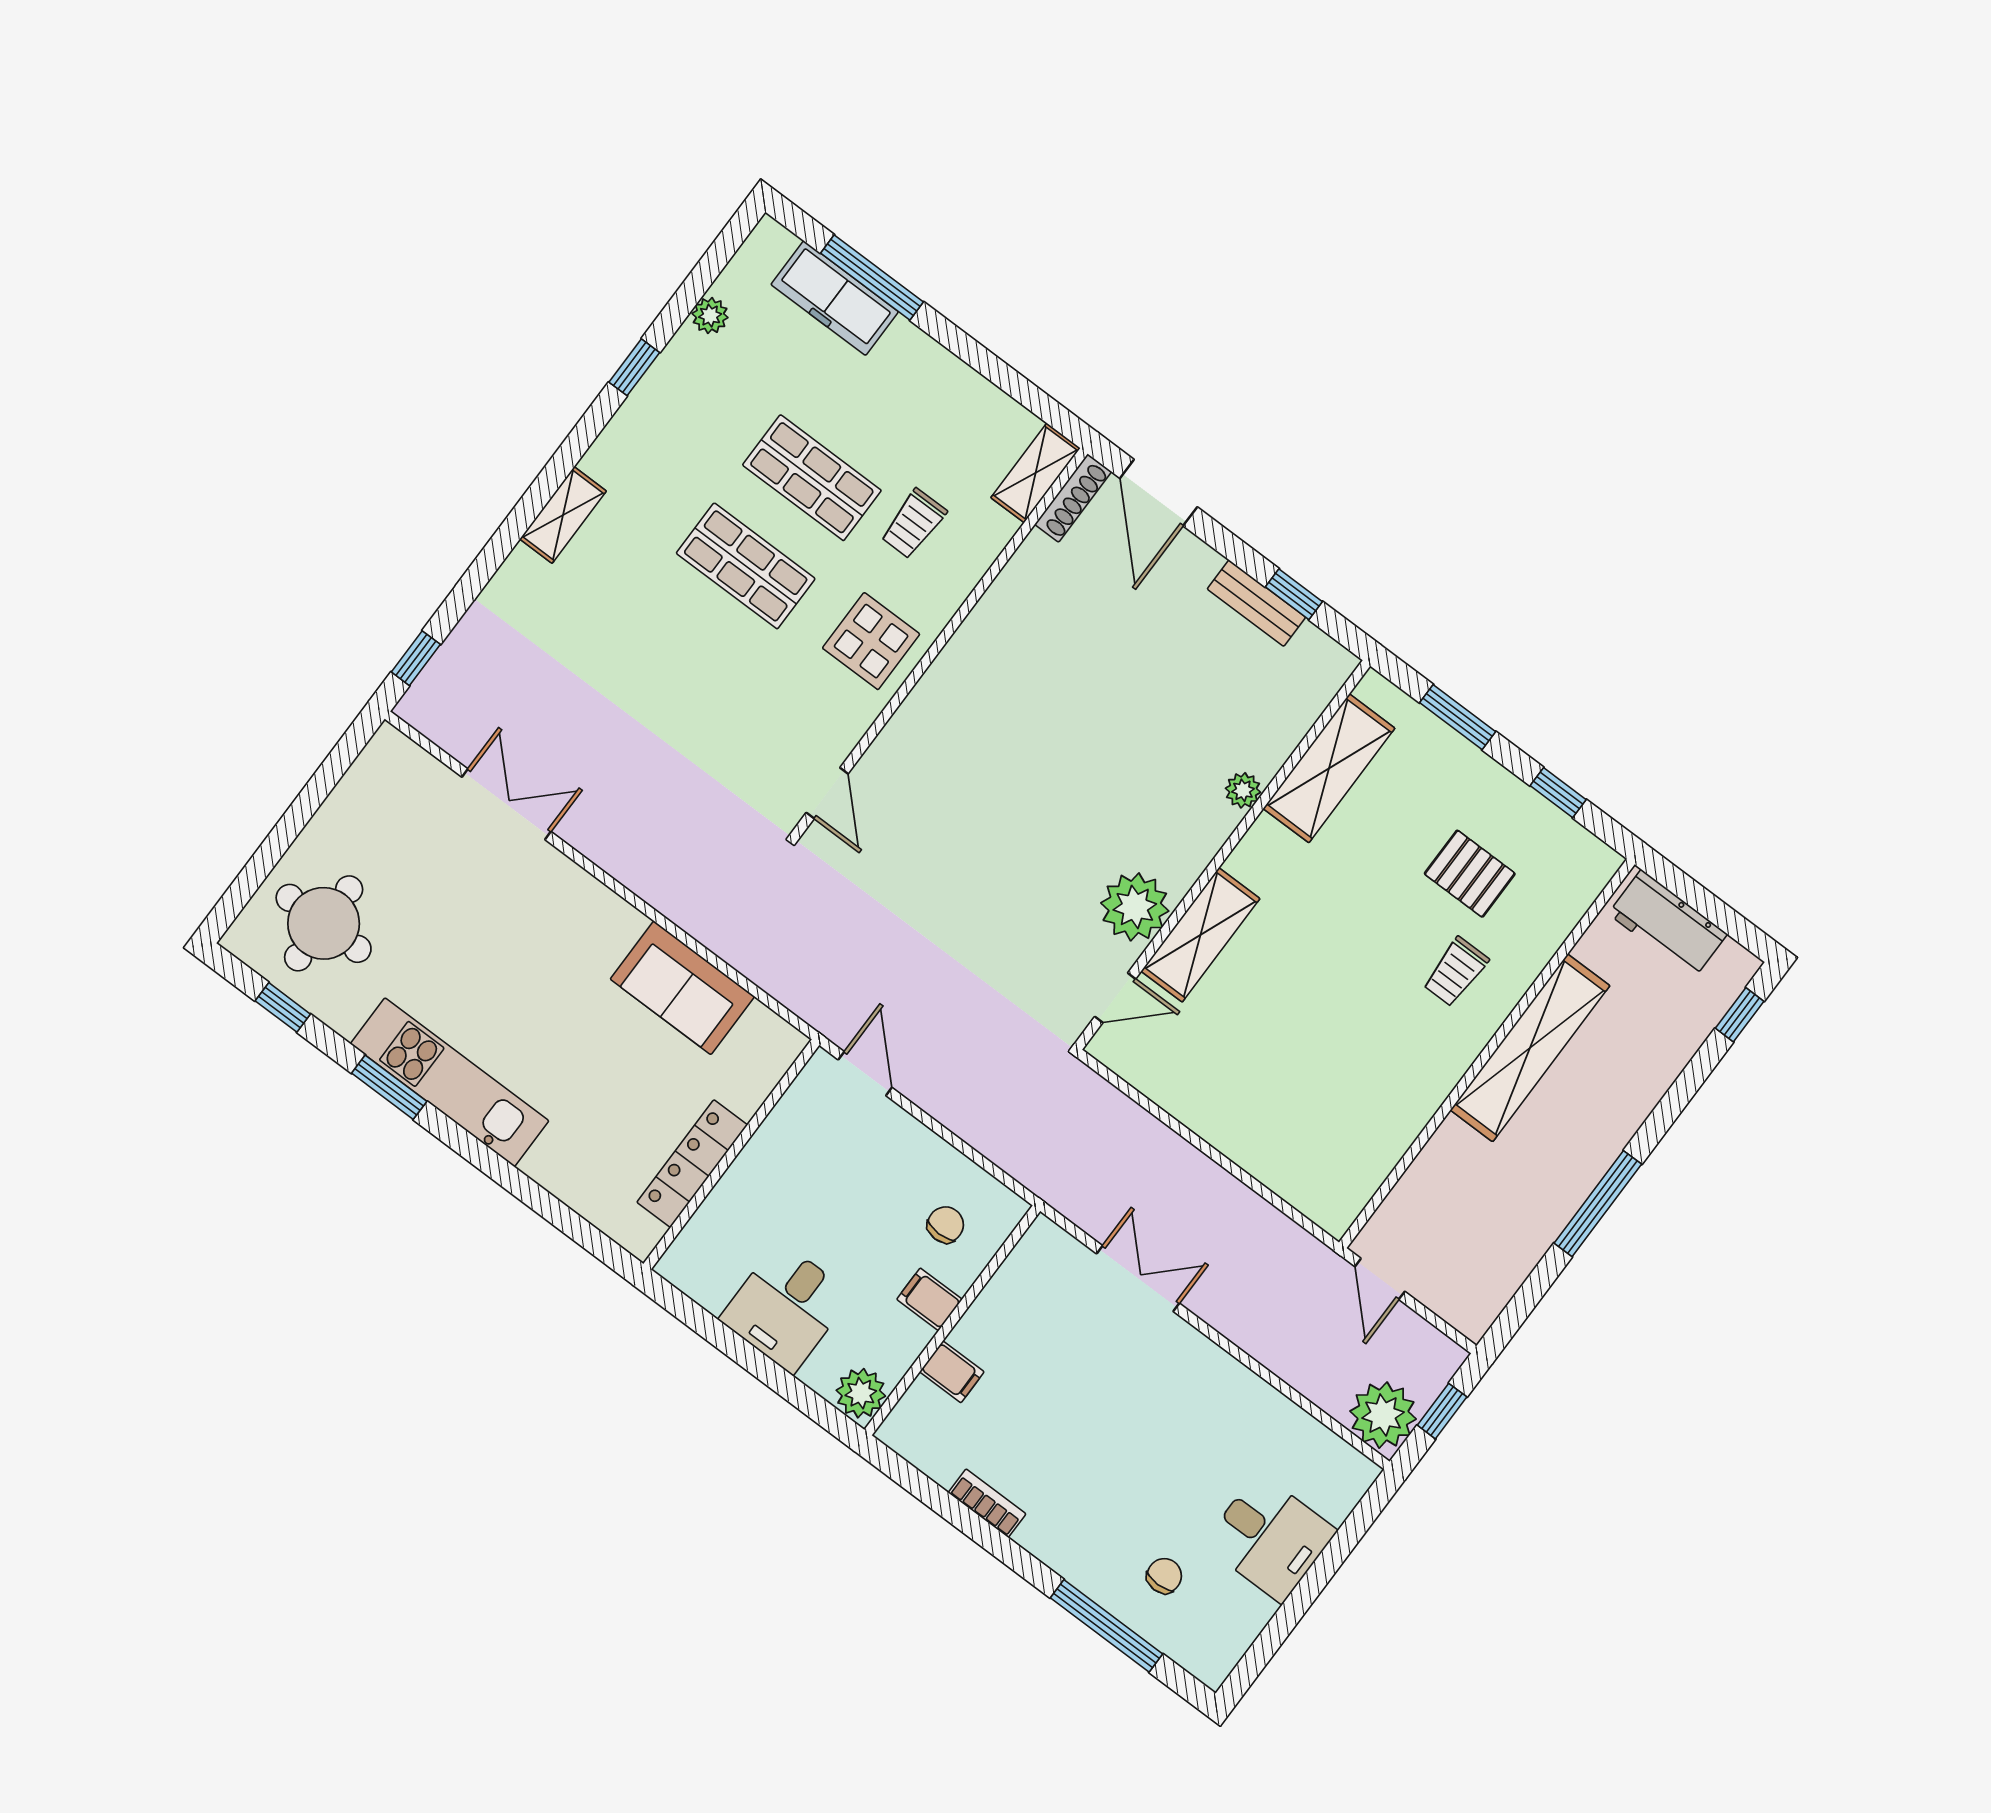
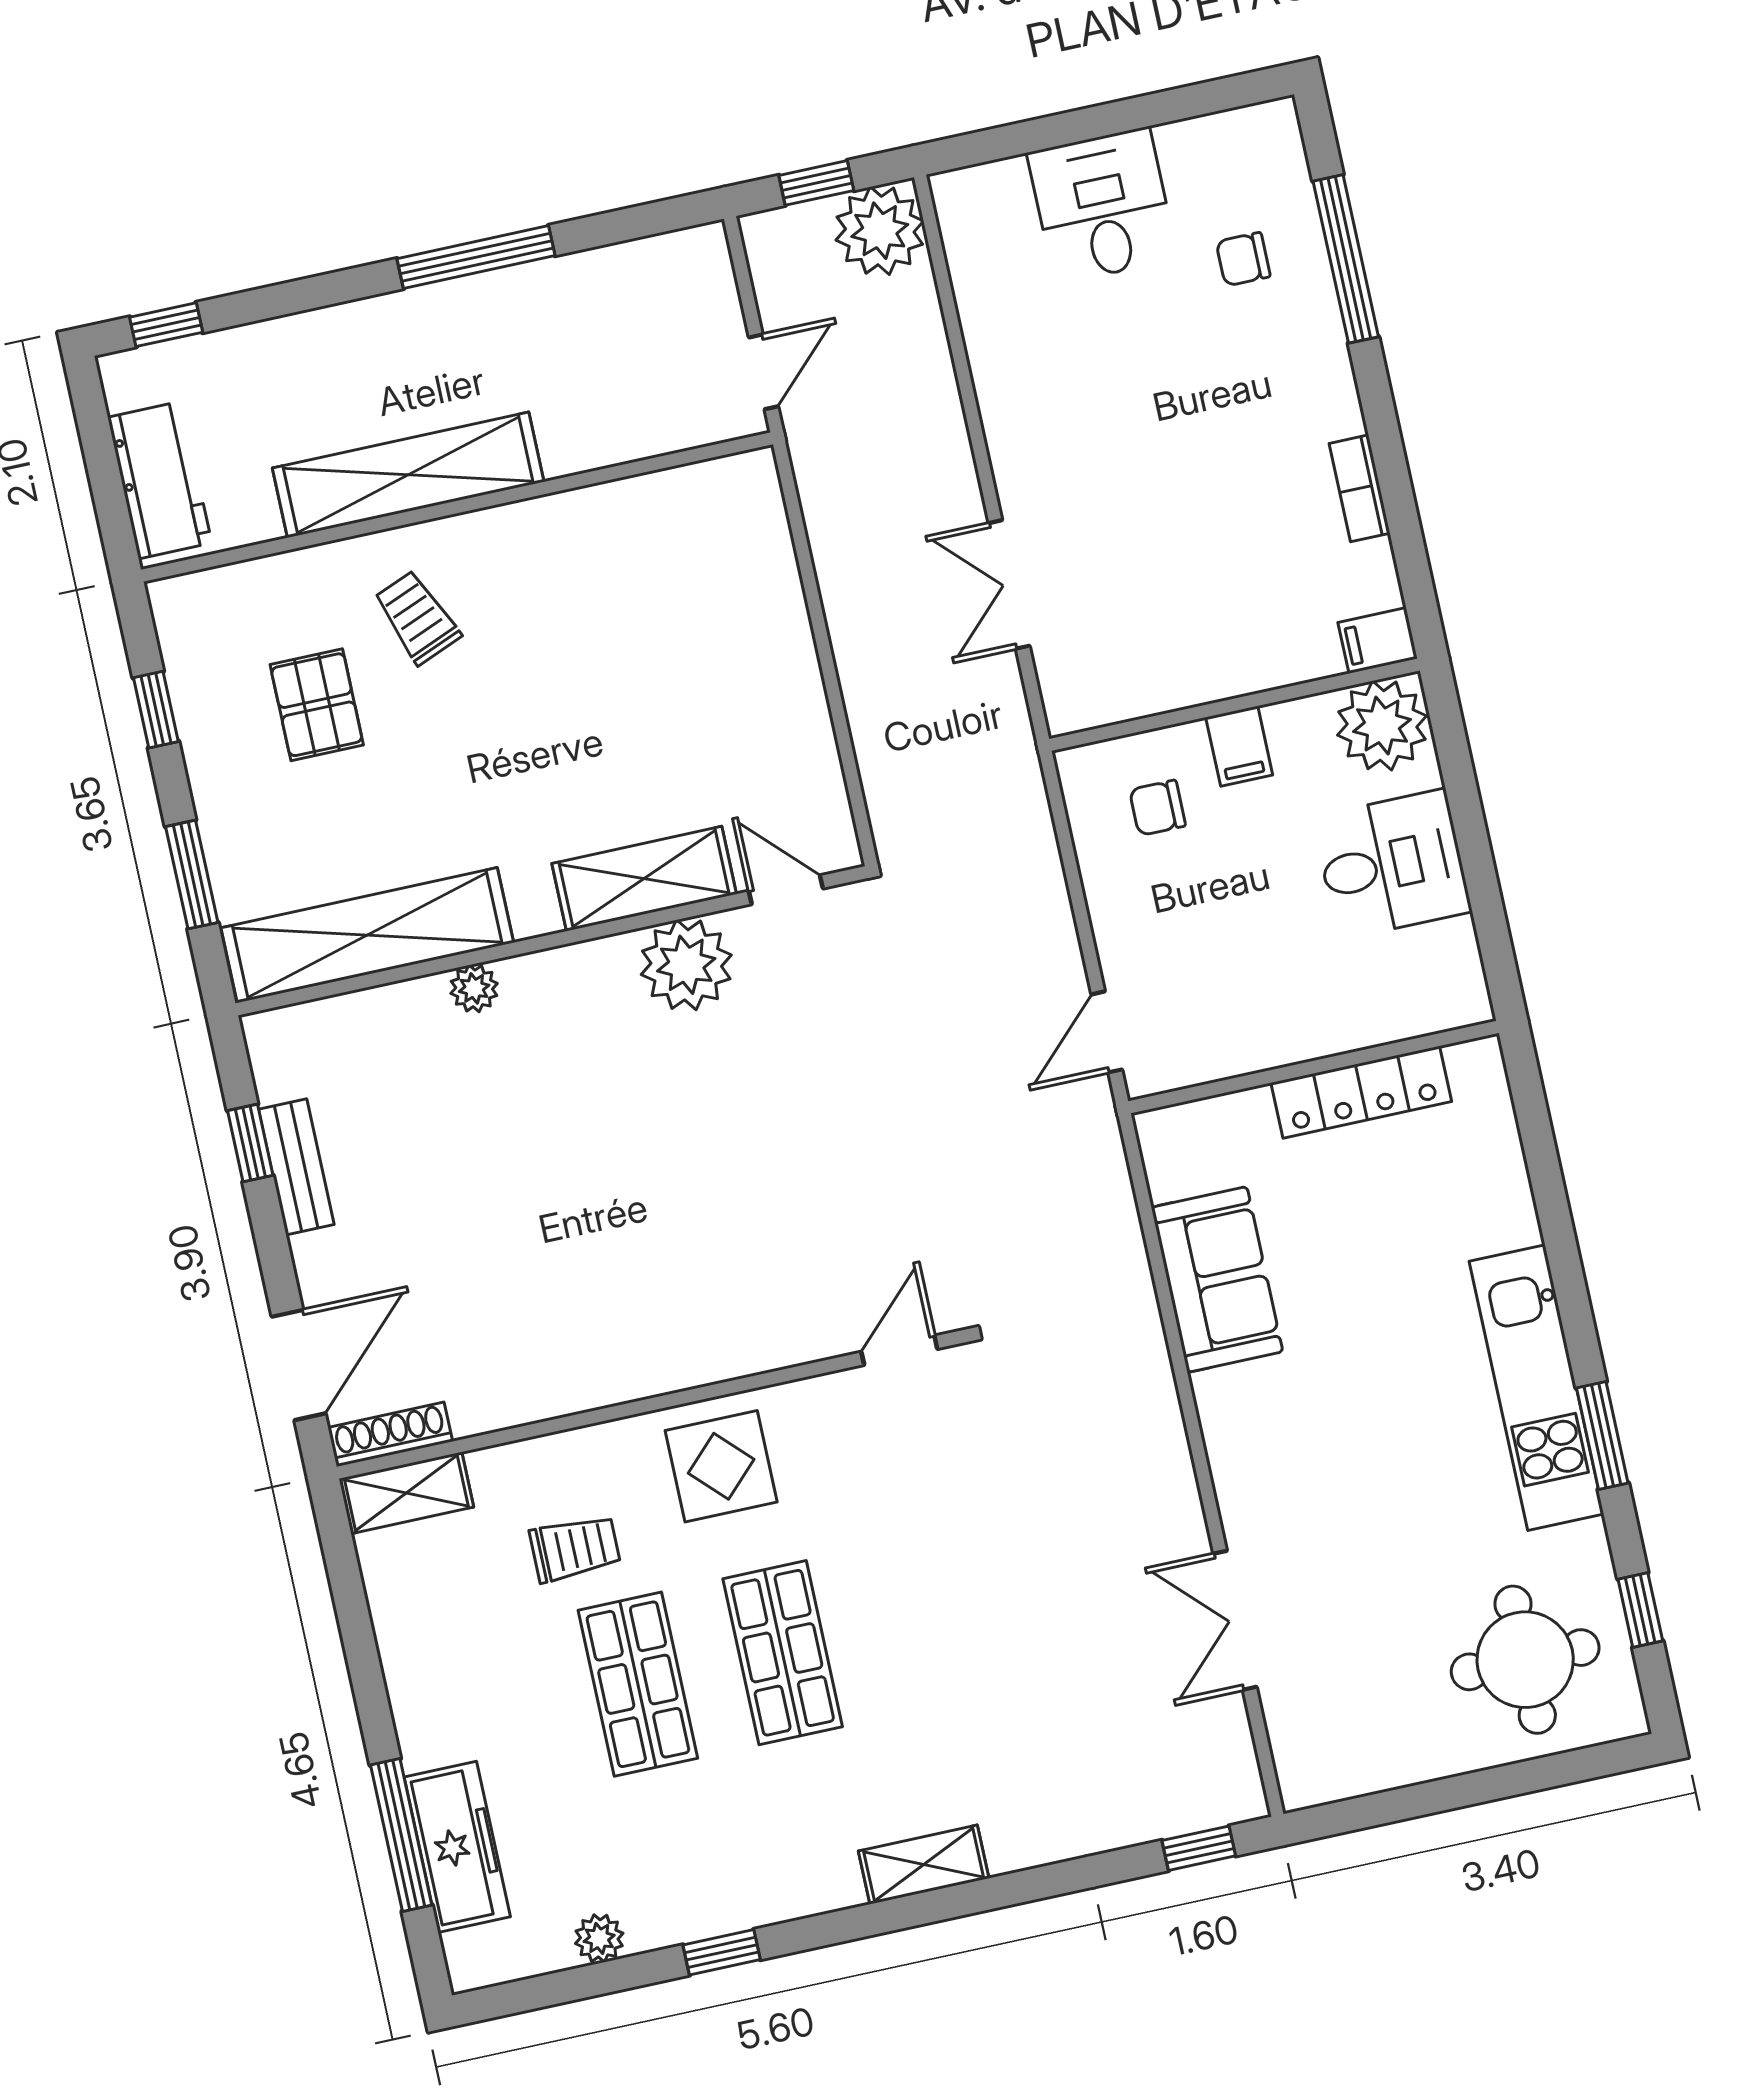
shelving: (1329, 768) -> (367, 935), width x1.47
trolley: (1456, 972) -> (417, 617), turned -112
filing cabinet: (952, 1372) -> (1378, 640), moved, turned -90
plant: (861, 1393) -> (1382, 725), width x1.36, depth x1.36

